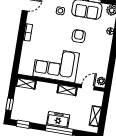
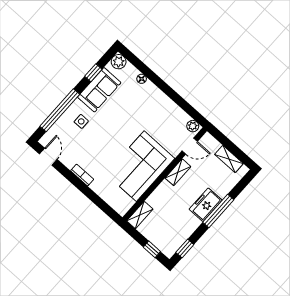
armchair: (79, 36) -> (124, 119), removed
door: (88, 87) -> (190, 146), swing flipped

